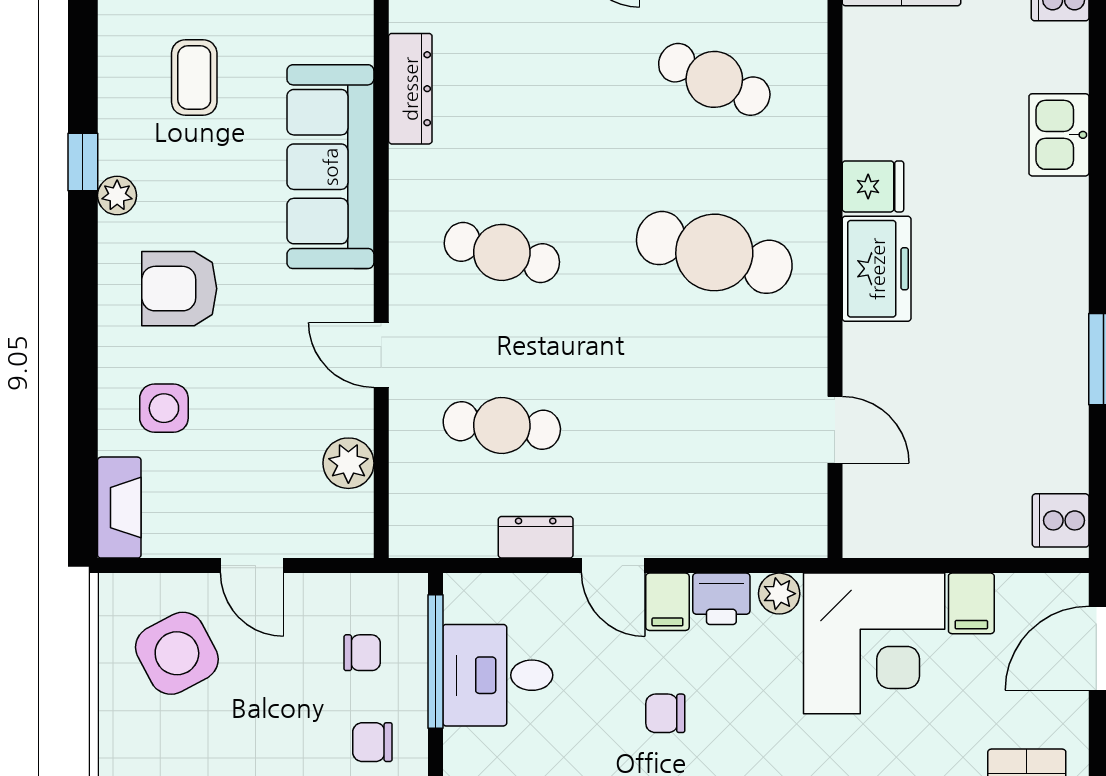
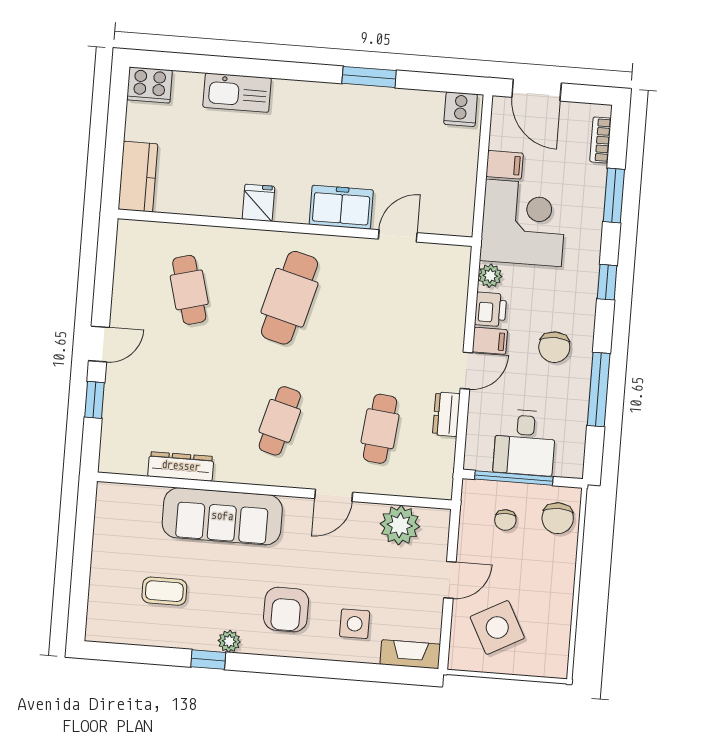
cafe table: (714, 79) -> (189, 290), turned -39
kitchen sink: (1059, 135) -> (237, 93), width x1.38
freezer: (877, 269) -> (341, 207), moved
plant: (348, 463) -> (400, 525), width x1.36, depth x1.36
chair: (362, 653) -> (505, 520), turned 180
chair: (665, 713) -> (554, 347), width x1.37, depth x1.37
chair: (372, 742) -> (558, 518), width x1.37, depth x1.37

